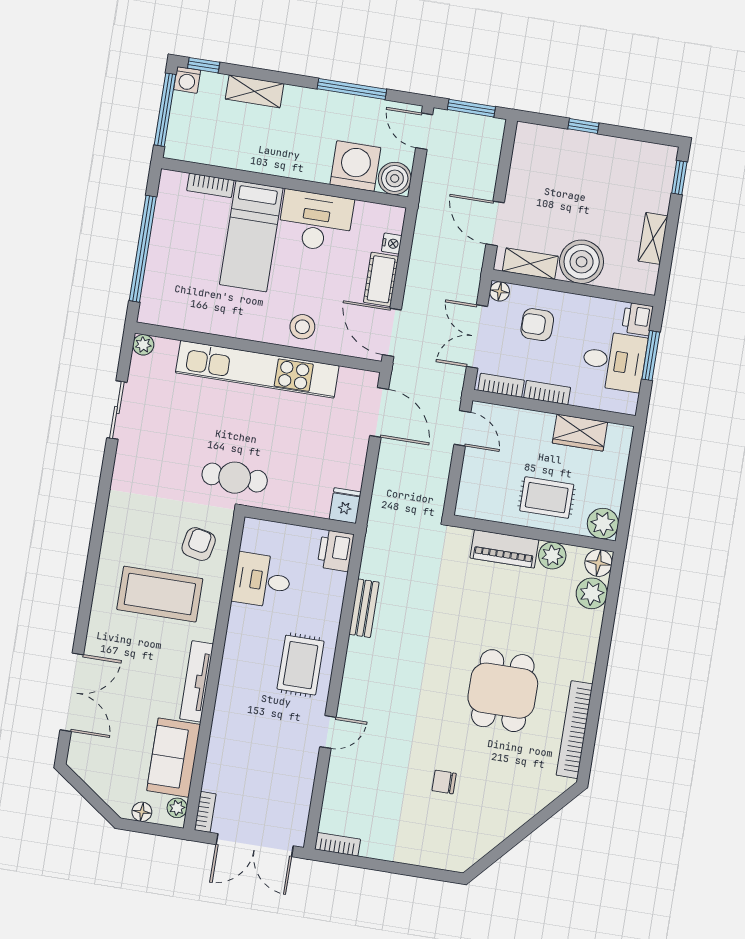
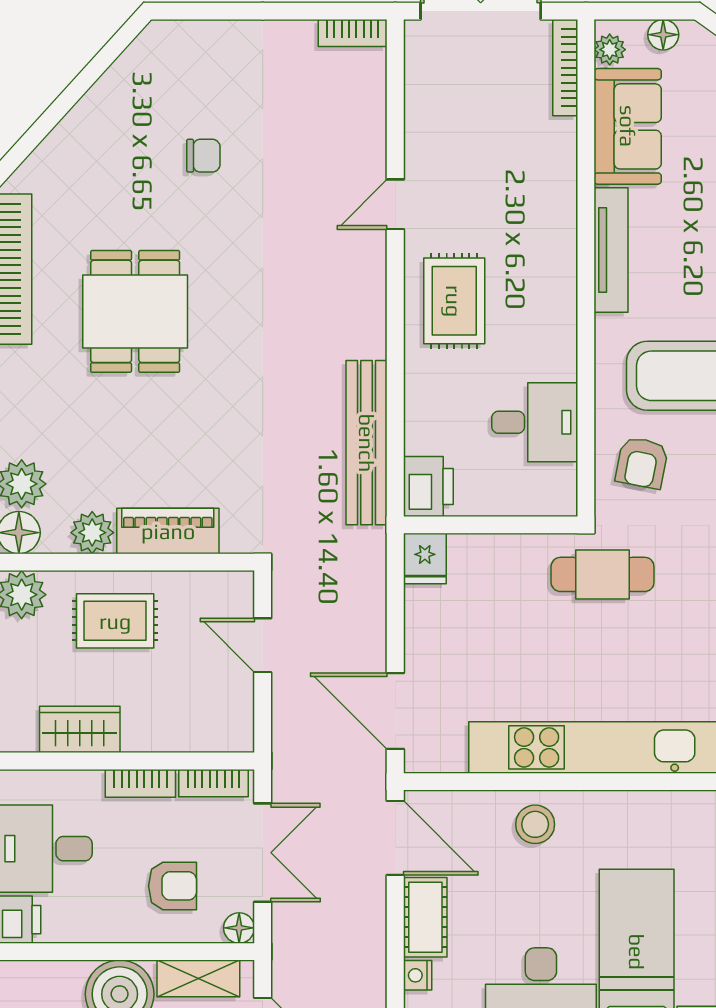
door: (462, 428) -> (263, 645), moved
bench: (364, 608) -> (367, 443), width x1.86, depth x1.21
bookcase: (205, 812) -> (565, 68), width x1.56

